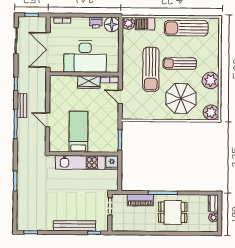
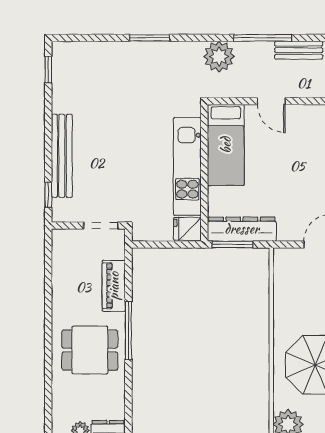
door: (48, 120) -> (271, 101), swing flipped
bed: (78, 132) -> (226, 145), moved, turned 90
dresser: (112, 135) -> (242, 229), added
plant: (25, 146) -> (219, 57), added
dining table: (173, 212) -> (90, 350), turned 90

